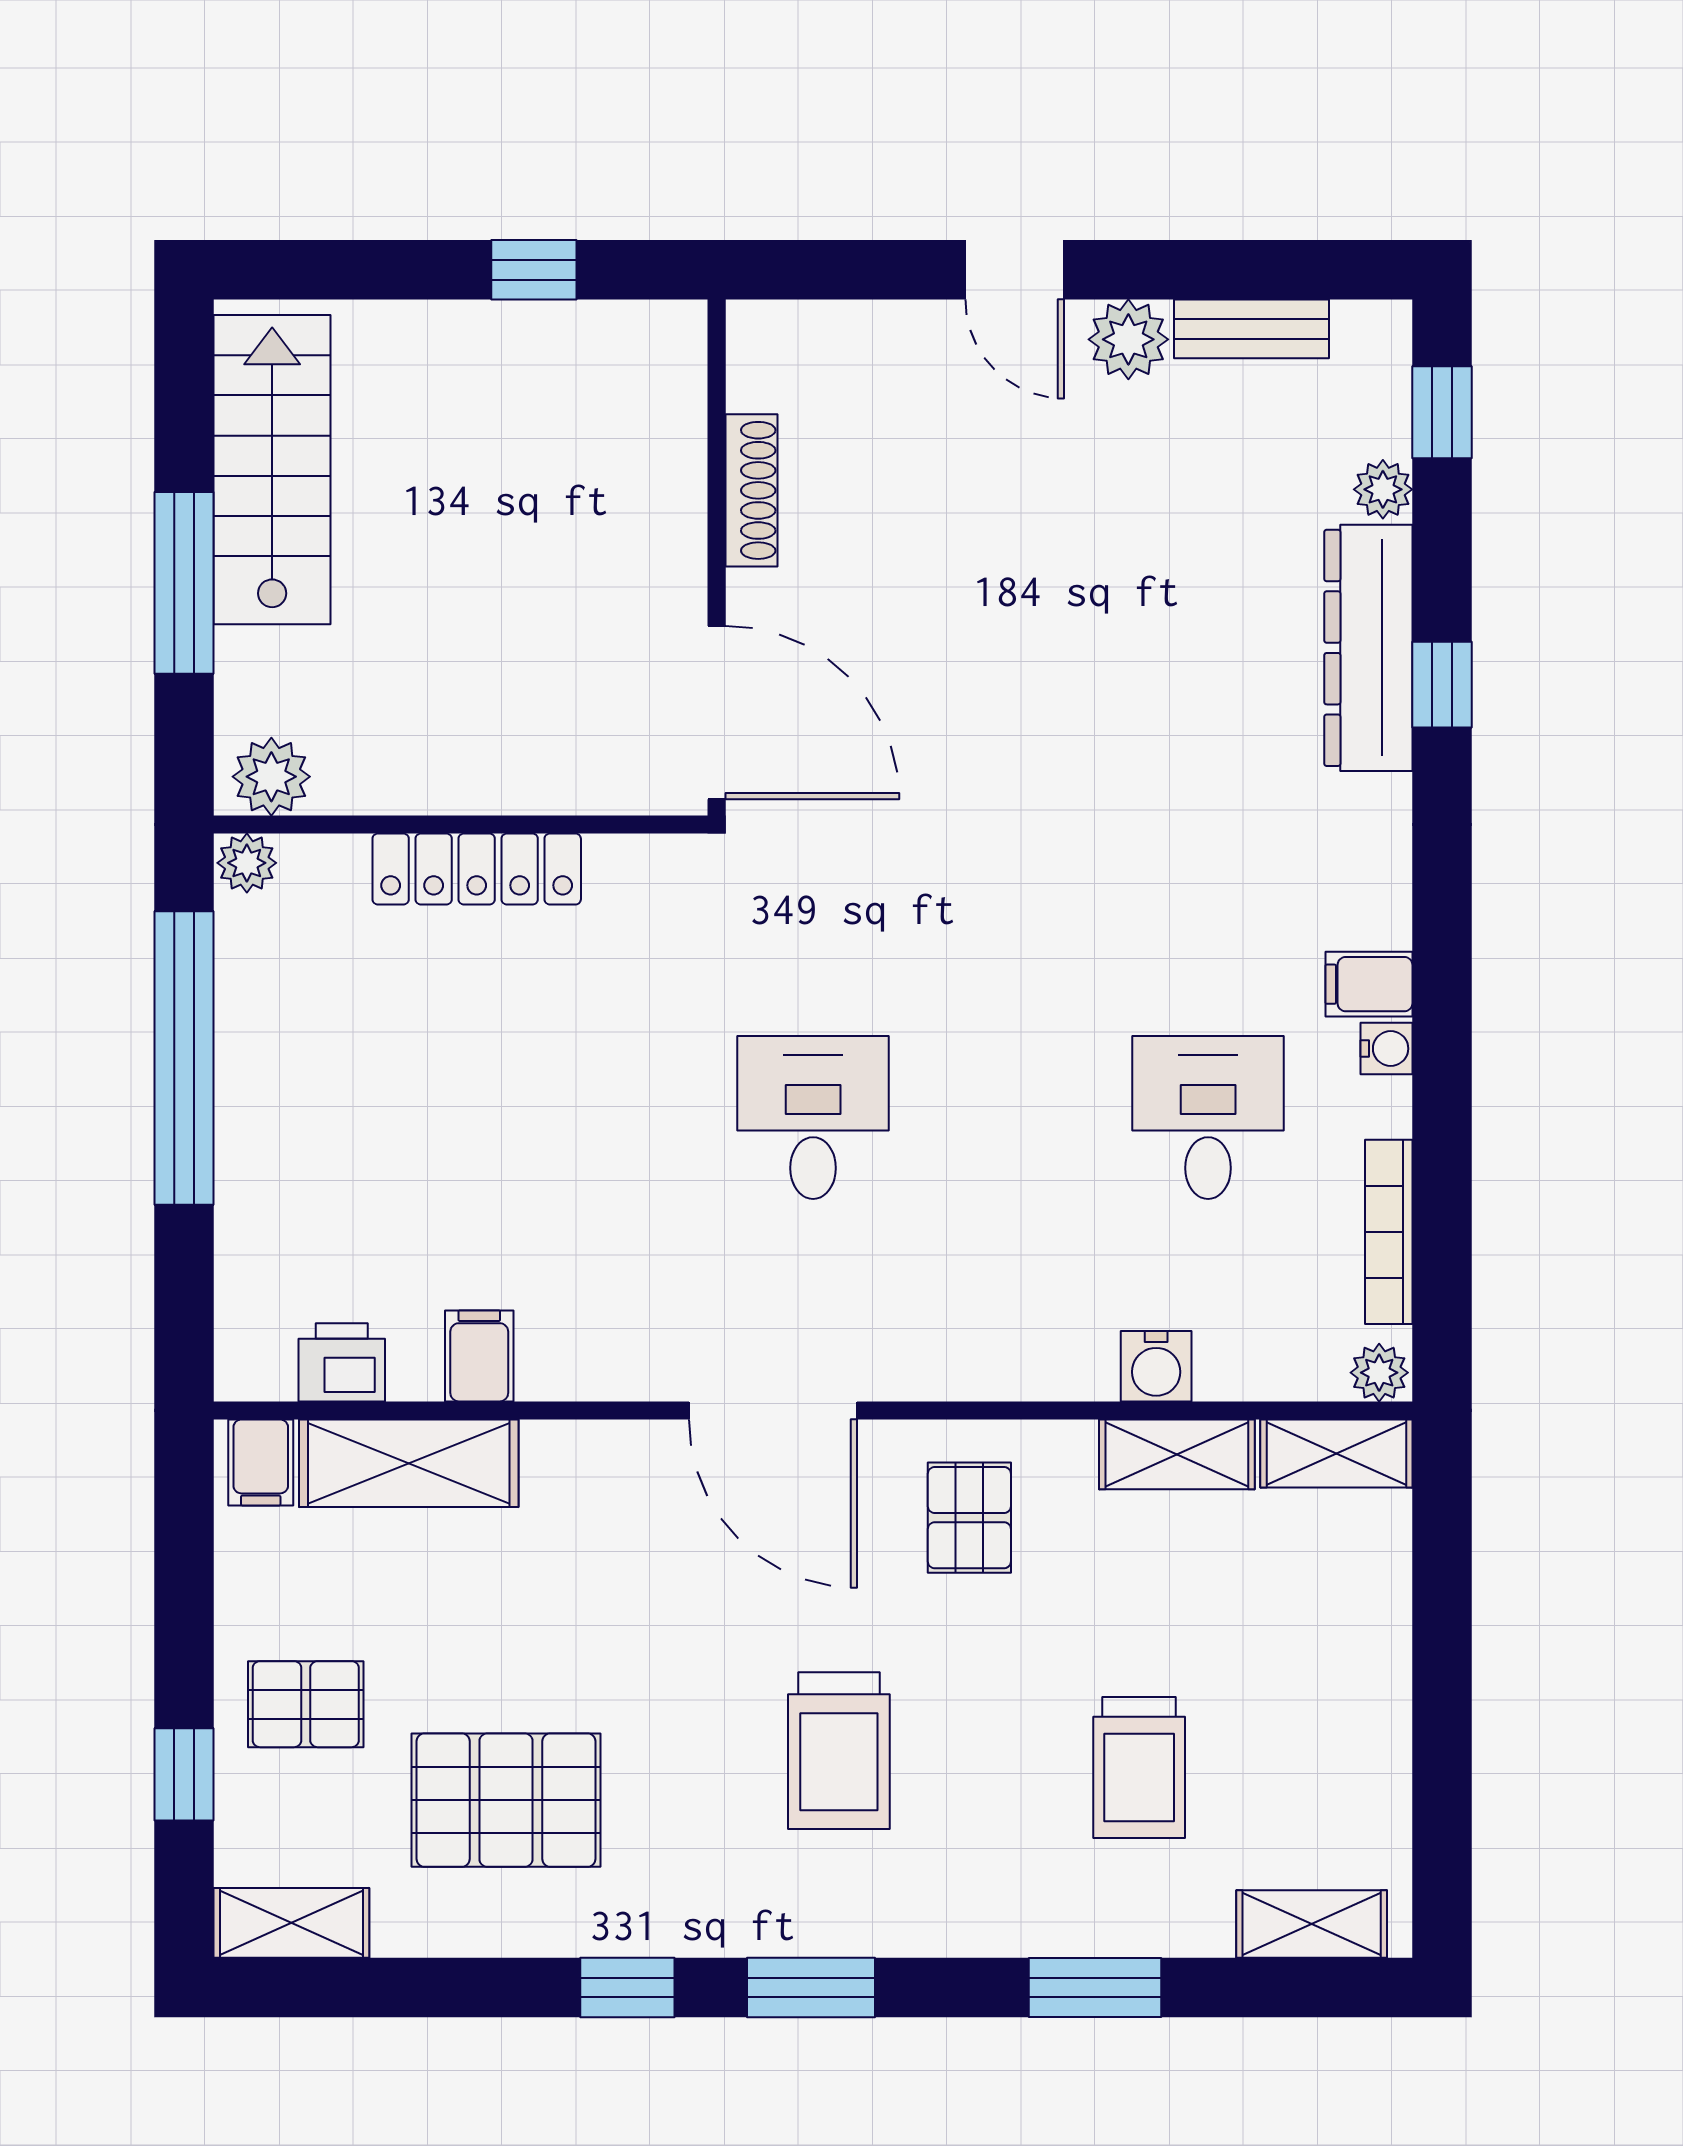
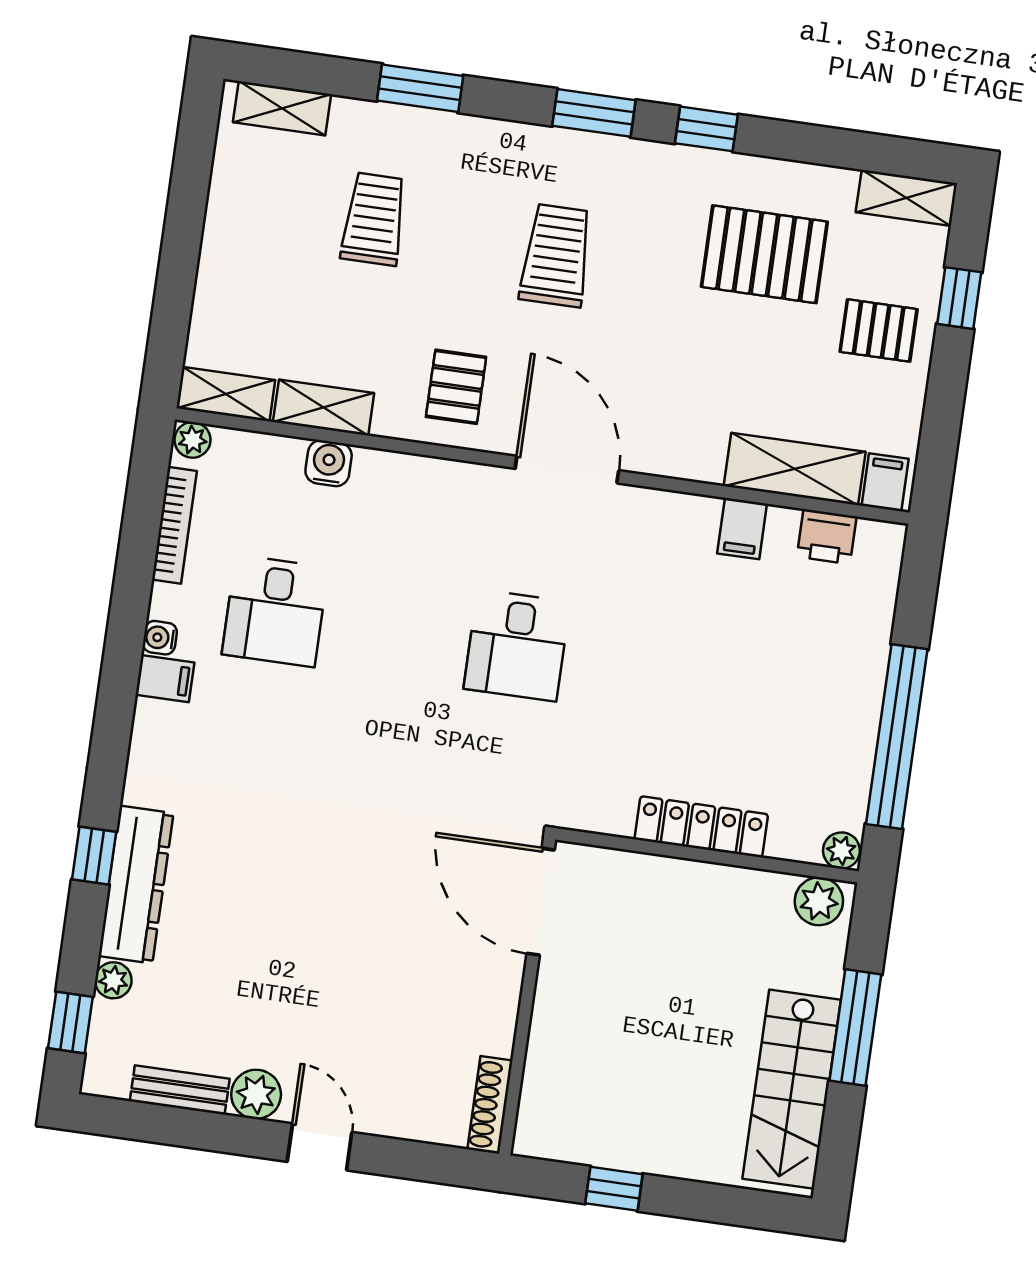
shoe rack: (751, 490) -> (490, 1105), moved

